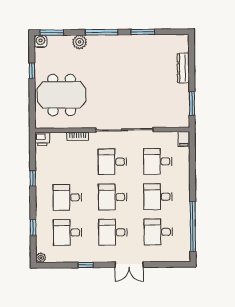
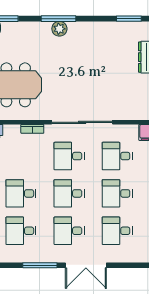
window: (143, 32) -> (129, 19), moved
plant: (80, 42) -> (59, 29), moved
window: (86, 265) -> (40, 265), width x2.17
double door: (129, 265) -> (86, 265), width x1.37

